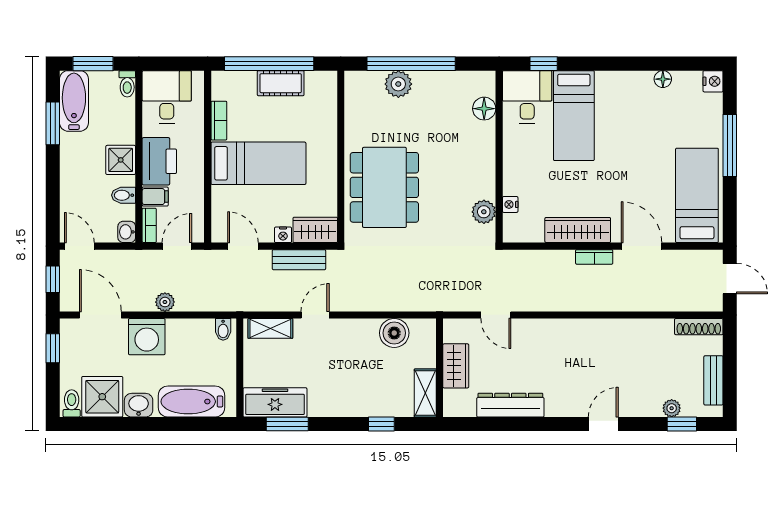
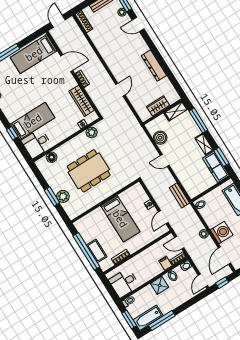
window: (411, 64) -> (52, 196), width x0.47
window: (544, 64) -> (12, 133), moved
cot: (281, 83) -> (97, 251), moved
window: (53, 123) -> (162, 321), width x1.44
printer: (159, 161) -> (151, 270), removed
bed: (258, 163) -> (120, 219), moved, turned 180
dining table: (384, 187) -> (89, 171), moved
wardrobe: (315, 230) -> (139, 193), removed
wardrobe: (578, 230) -> (82, 101), moved
door: (641, 246) -> (67, 63), swing flipped
bench: (299, 260) -> (179, 195), moved
door: (315, 315) -> (165, 160), moved
door: (496, 315) -> (120, 90), moved
shelving: (270, 328) -> (204, 144), moved
dresser: (510, 405) -> (154, 66), moved
window: (381, 424) -> (198, 121), width x2.17
door: (603, 424) -> (138, 24), moved

